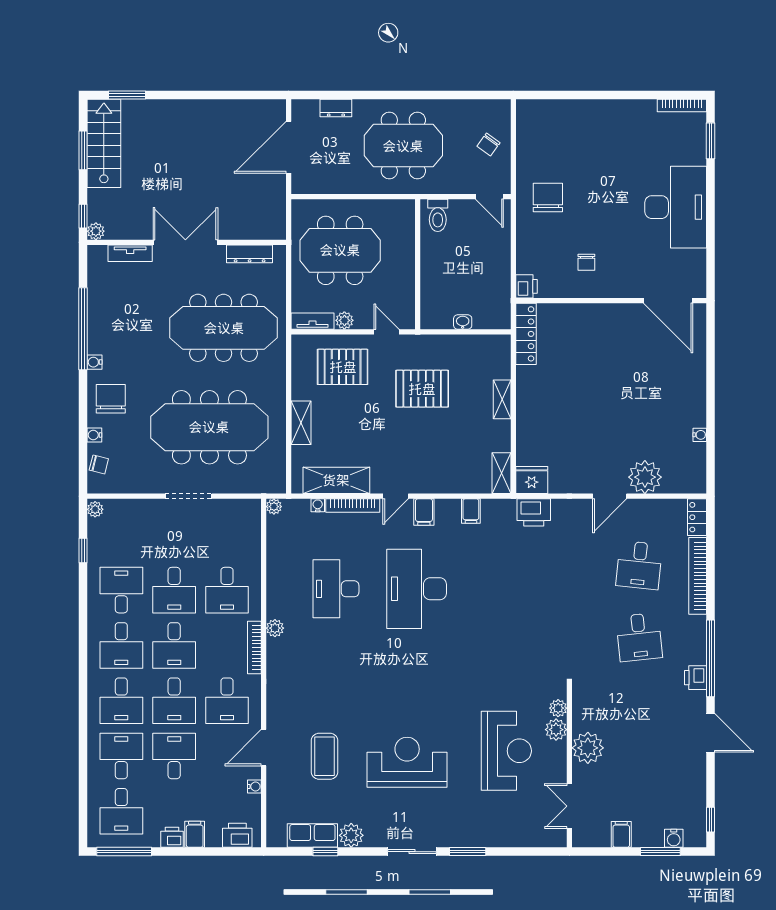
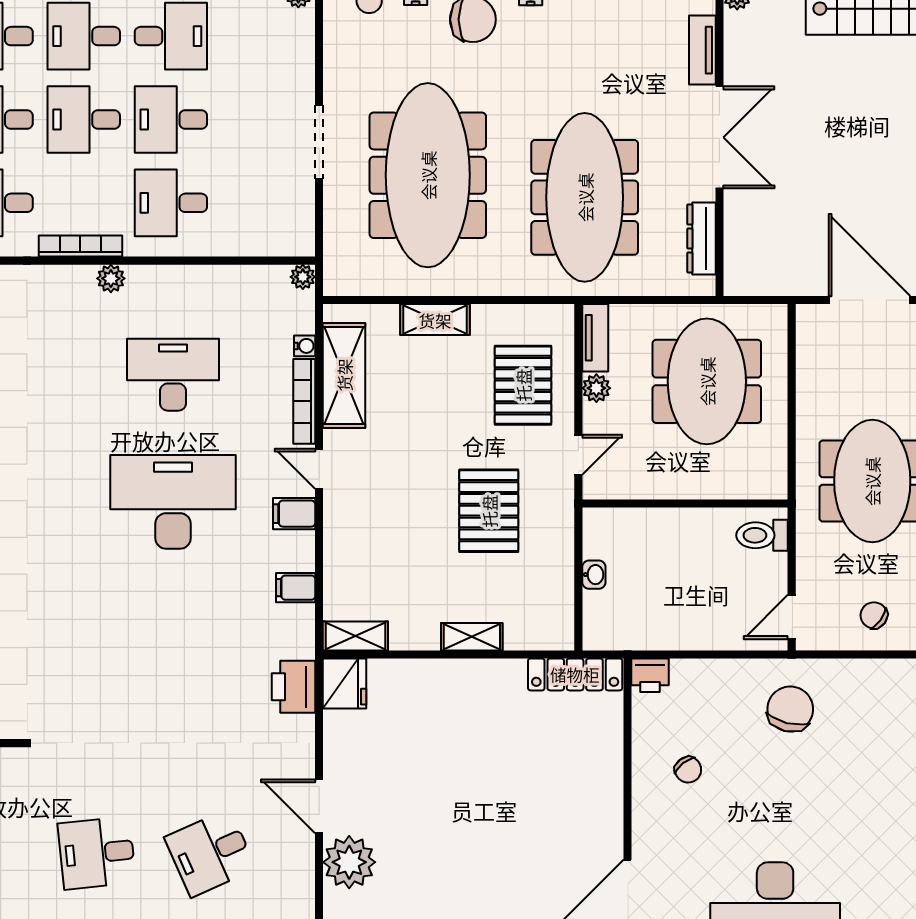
chair: (548, 198) -> (790, 709), turned -76
chair: (586, 262) -> (688, 770), turned -128
desk: (639, 565) -> (210, 853), turned -30

